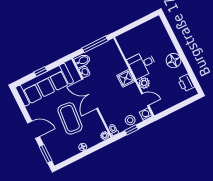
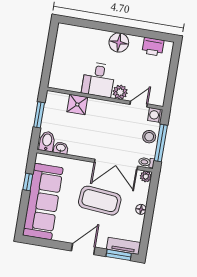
window: (95, 44) -> (39, 115), width x0.69
window: (41, 71) -> (28, 182), moved
shower: (126, 78) -> (77, 104), moved
double door: (90, 94) -> (116, 164), moved
window: (131, 130) -> (161, 143), width x2.17
tv unit: (53, 153) -> (124, 246), added

